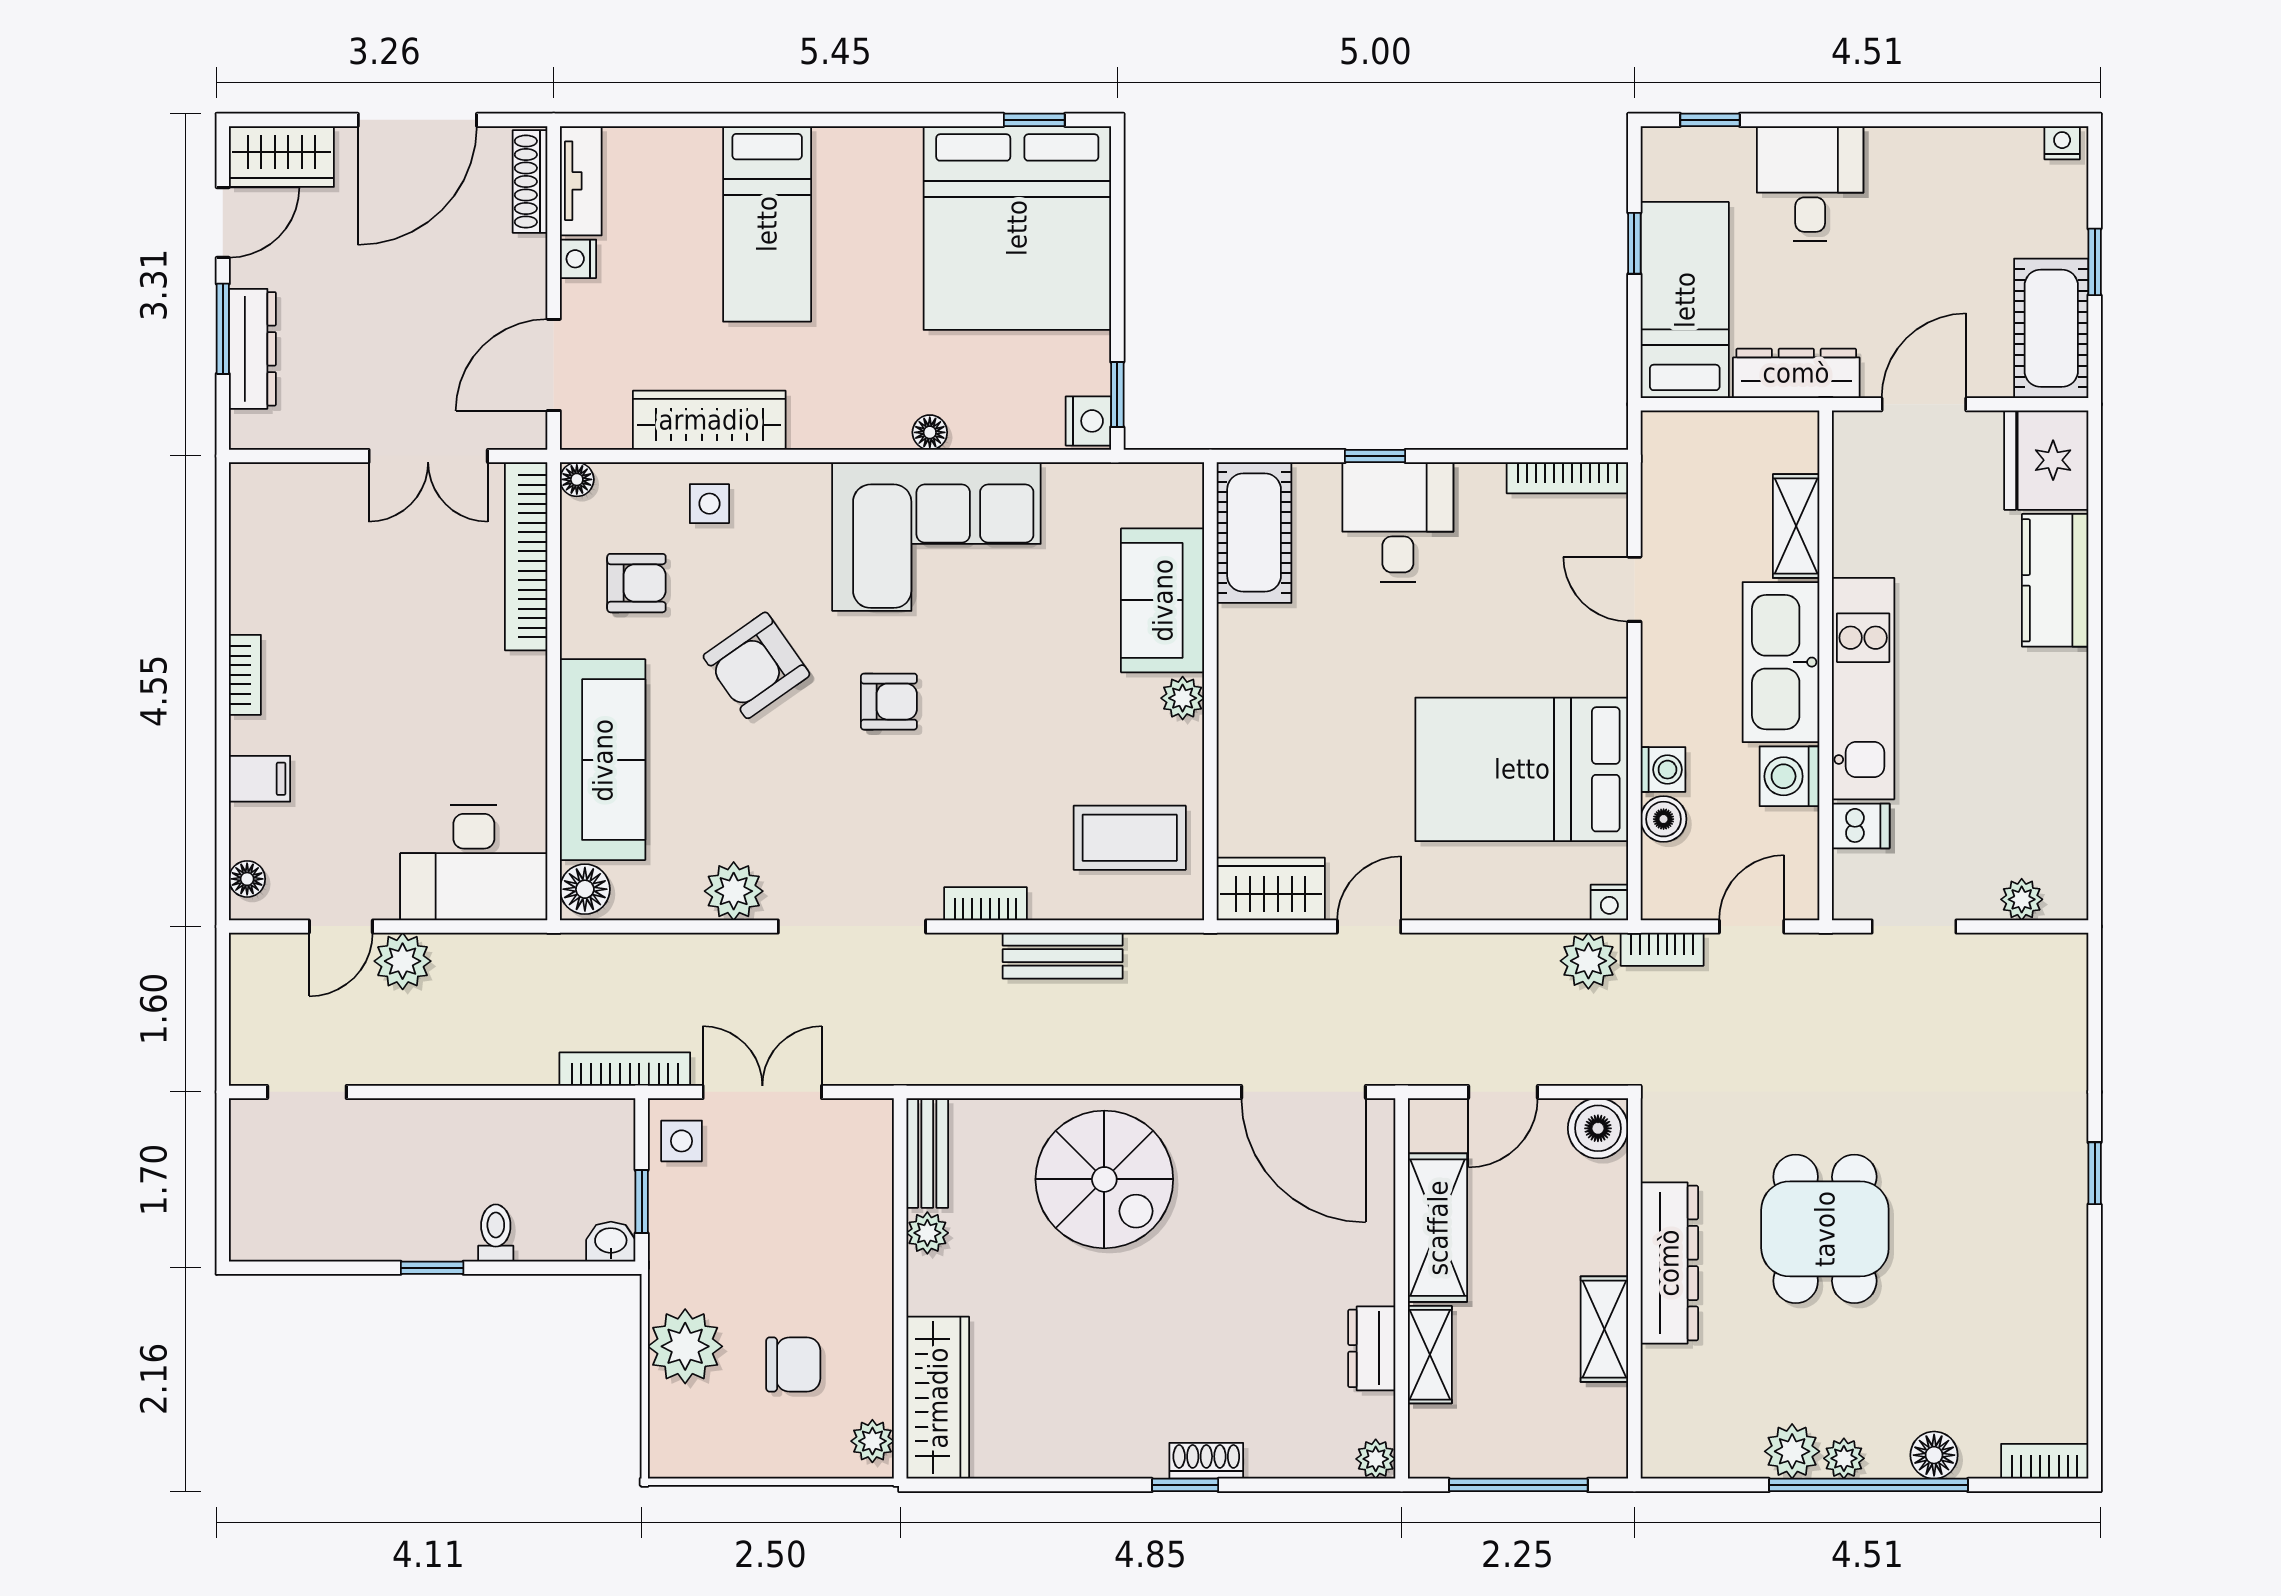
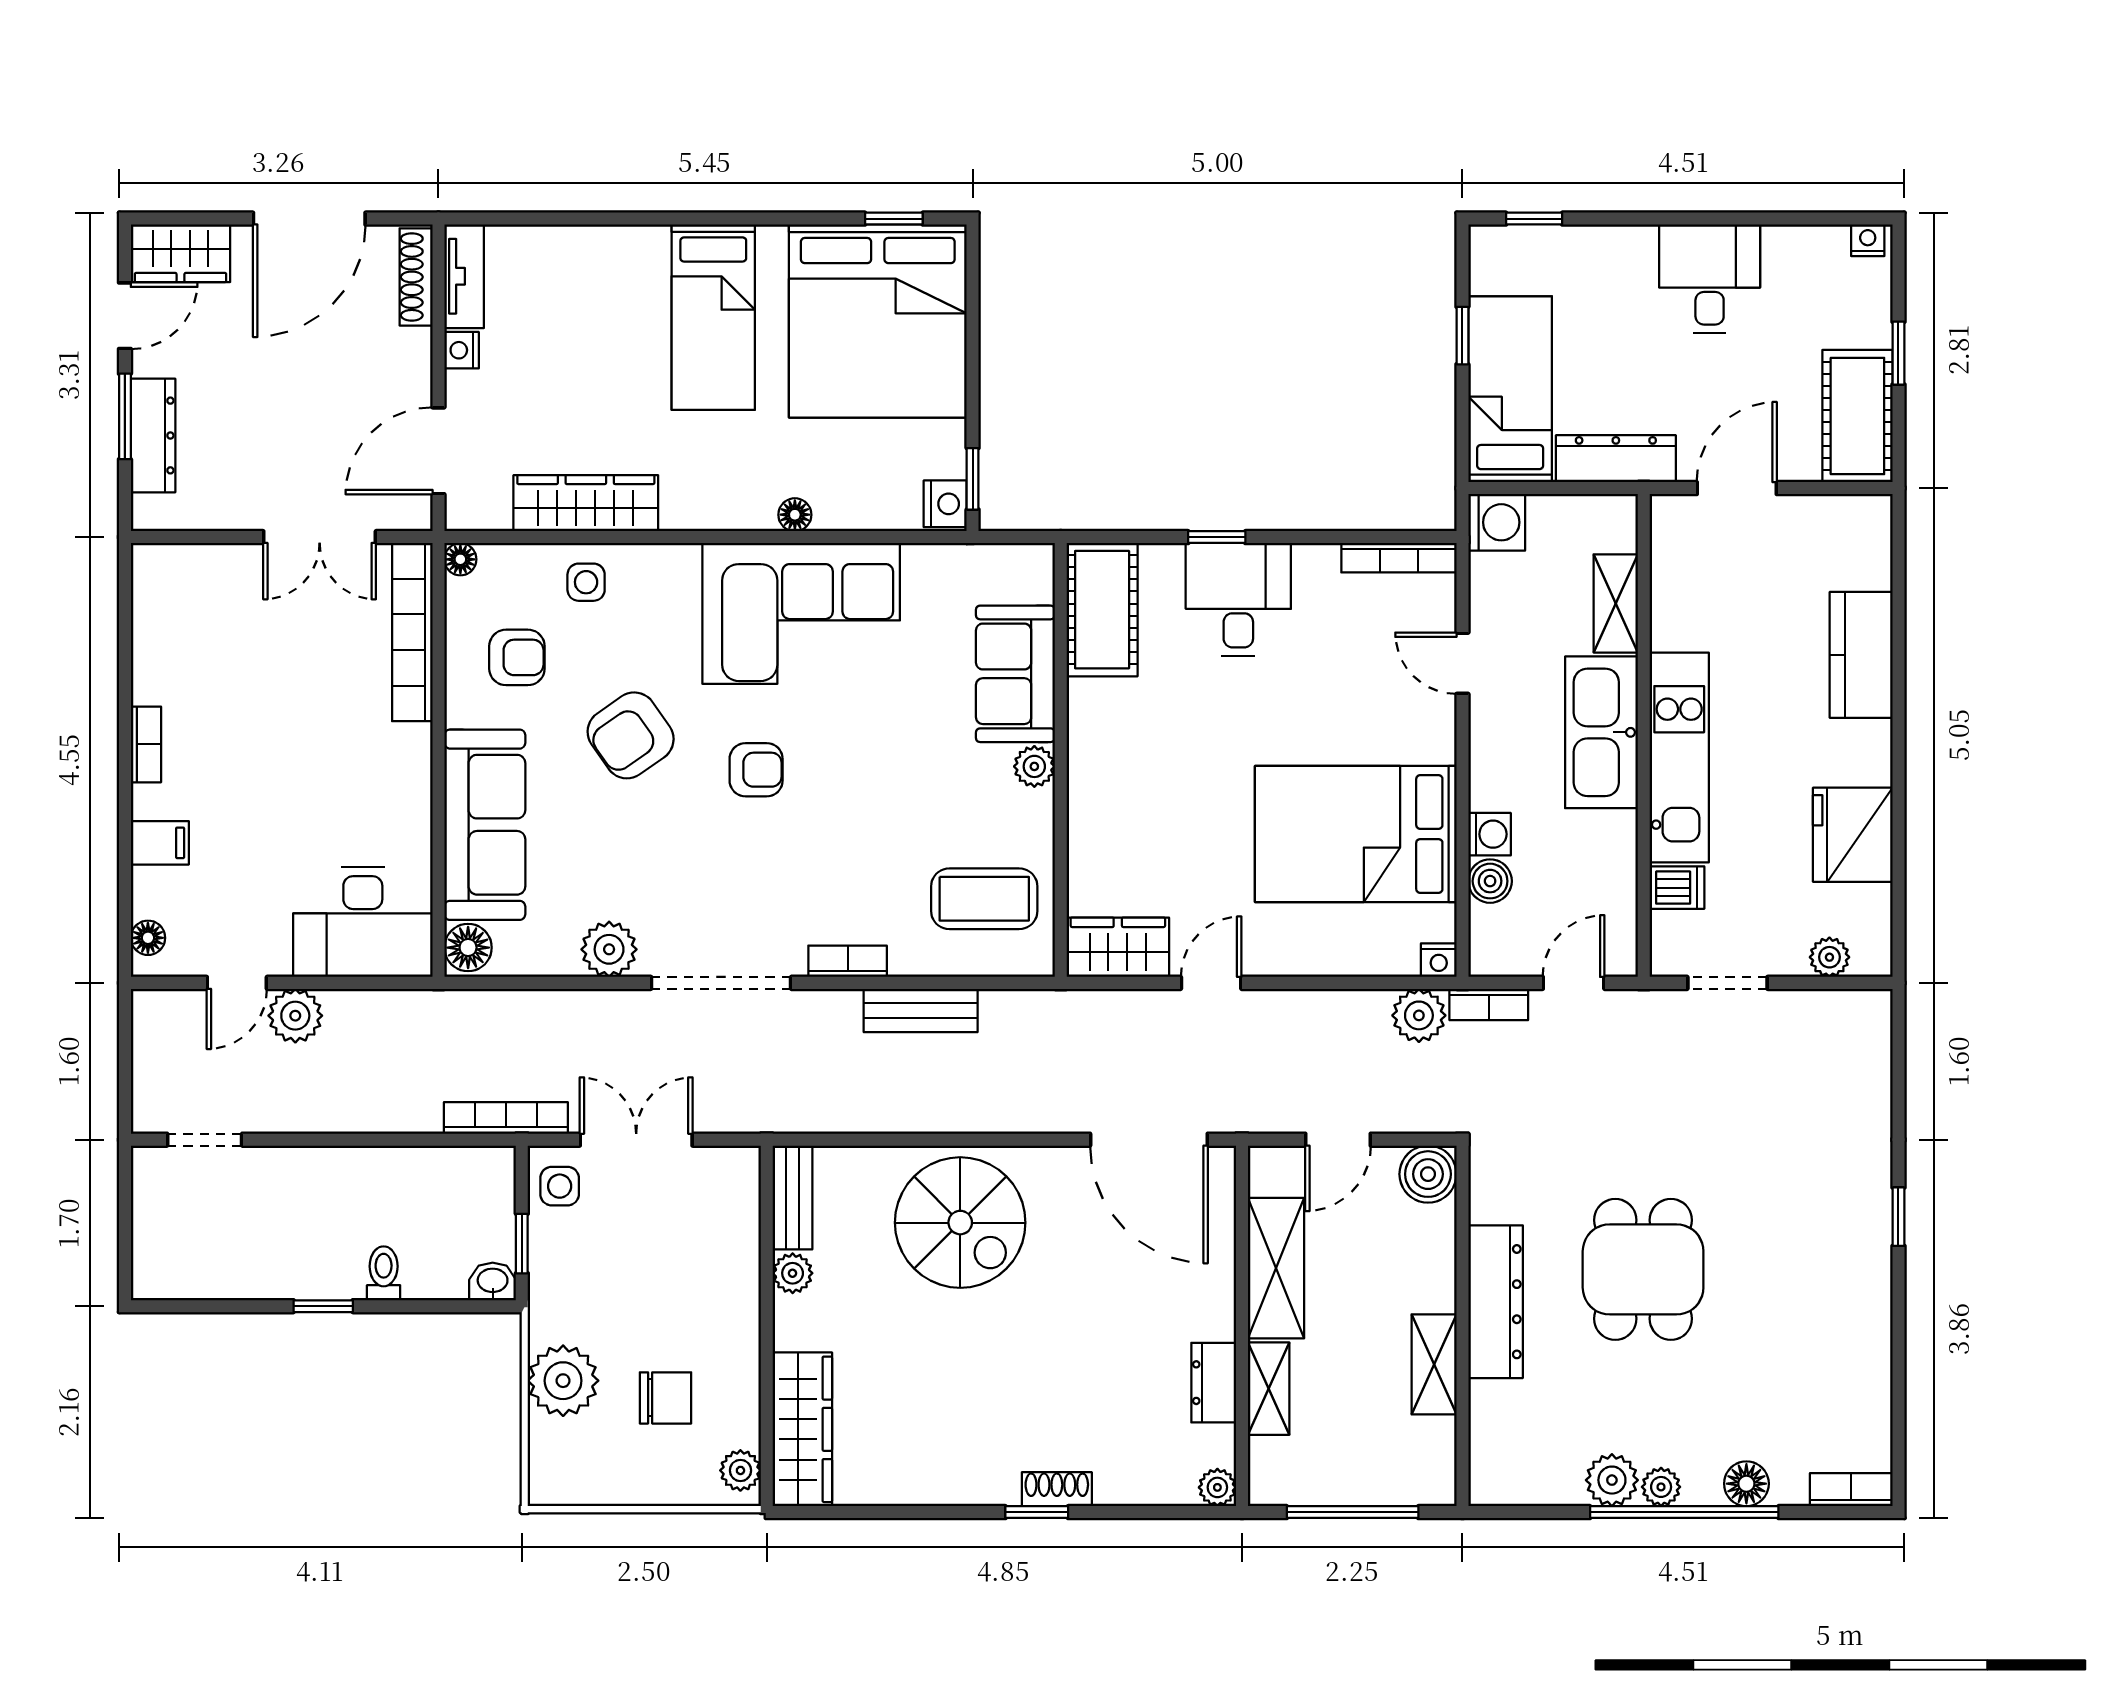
desk: (1810, 184) -> (1710, 279), moved
bed: (767, 224) -> (713, 317), moved
fridge: (2046, 460) -> (1853, 835), moved
washing machine: (1790, 776) -> (1497, 522), moved, turned 180

